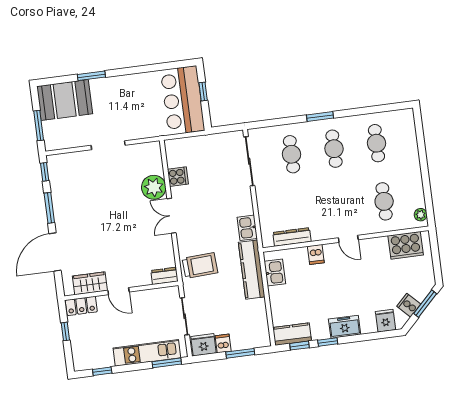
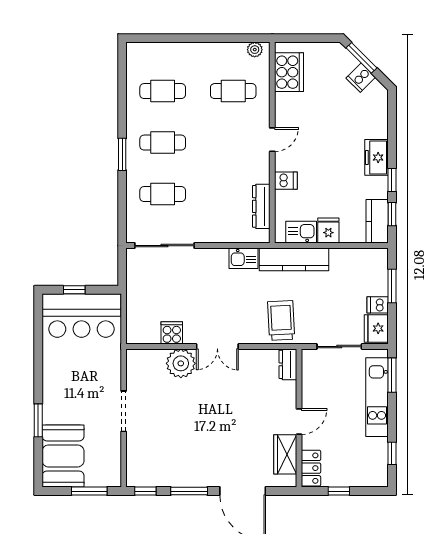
fridge: (385, 321) -> (328, 231), moved, turned 90

